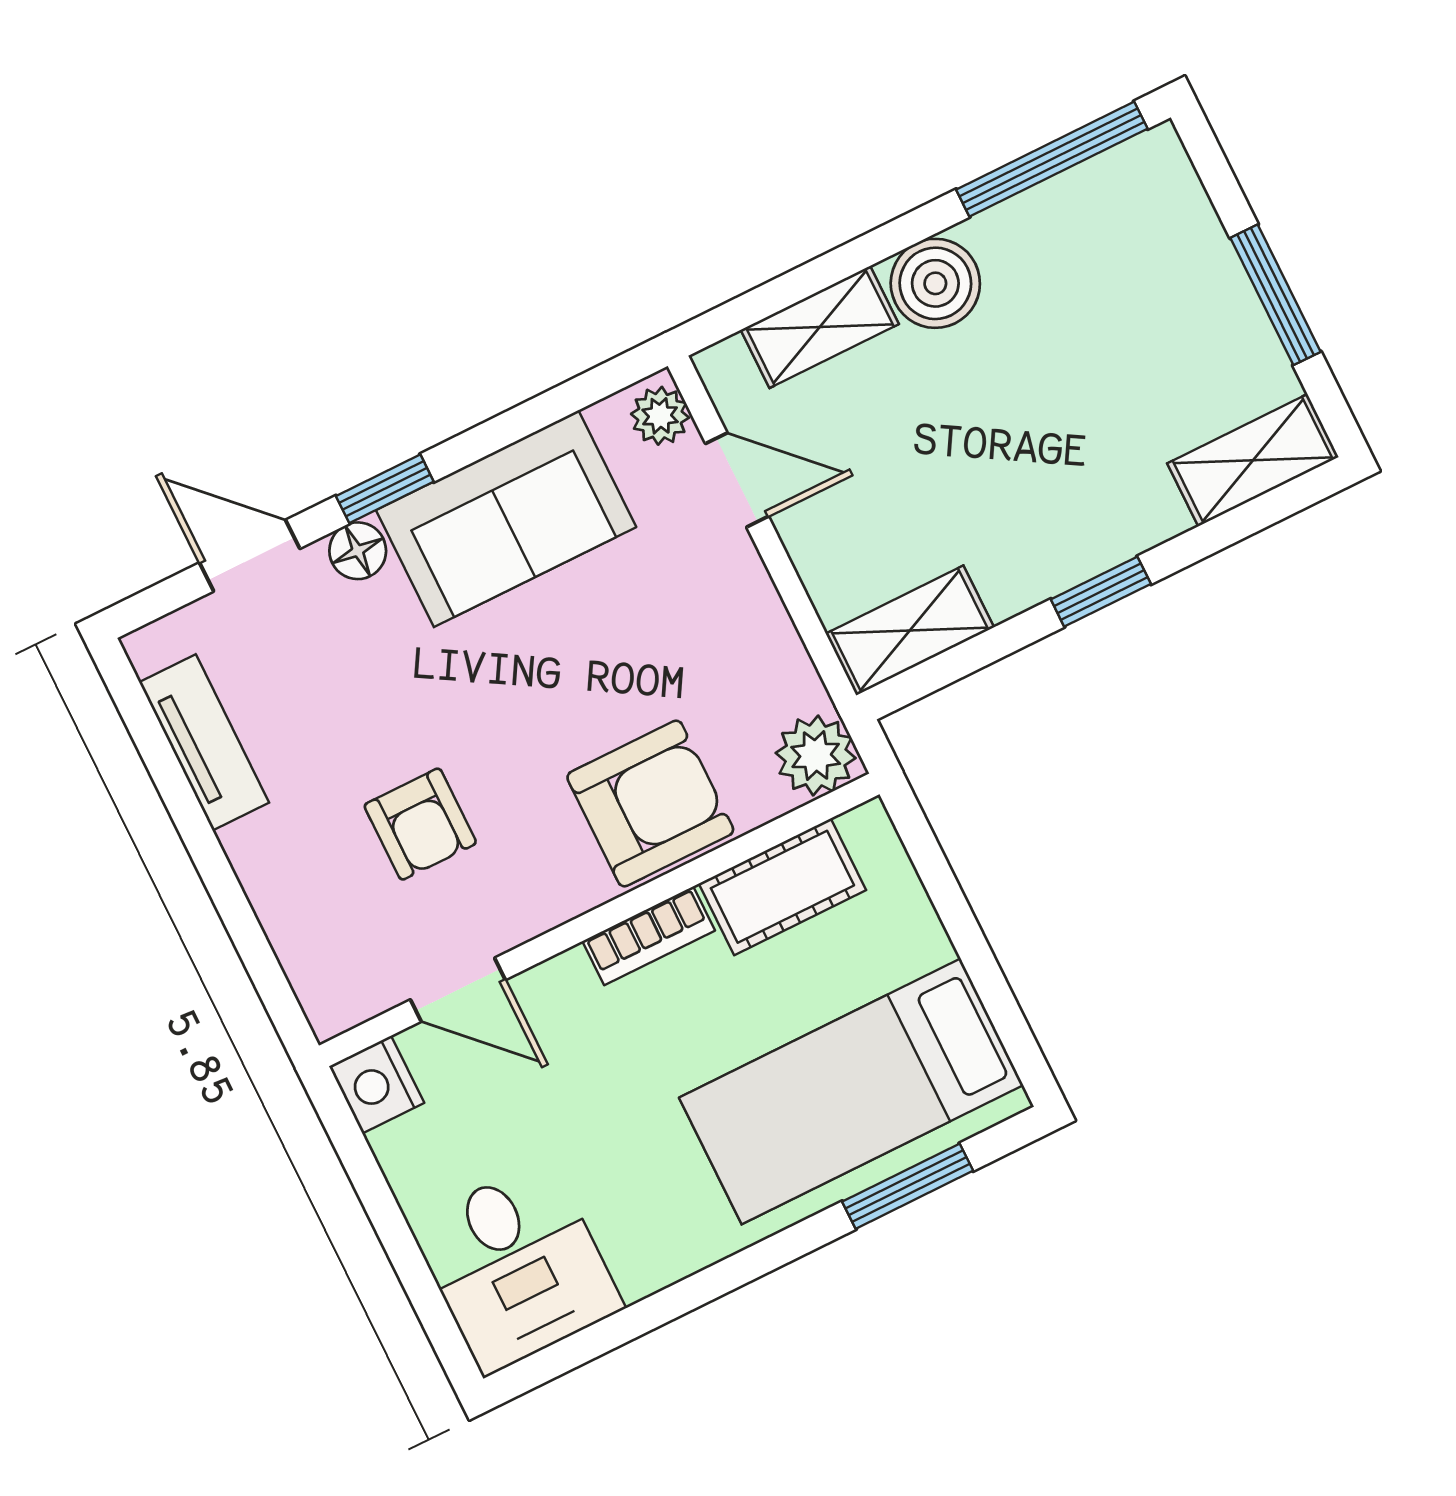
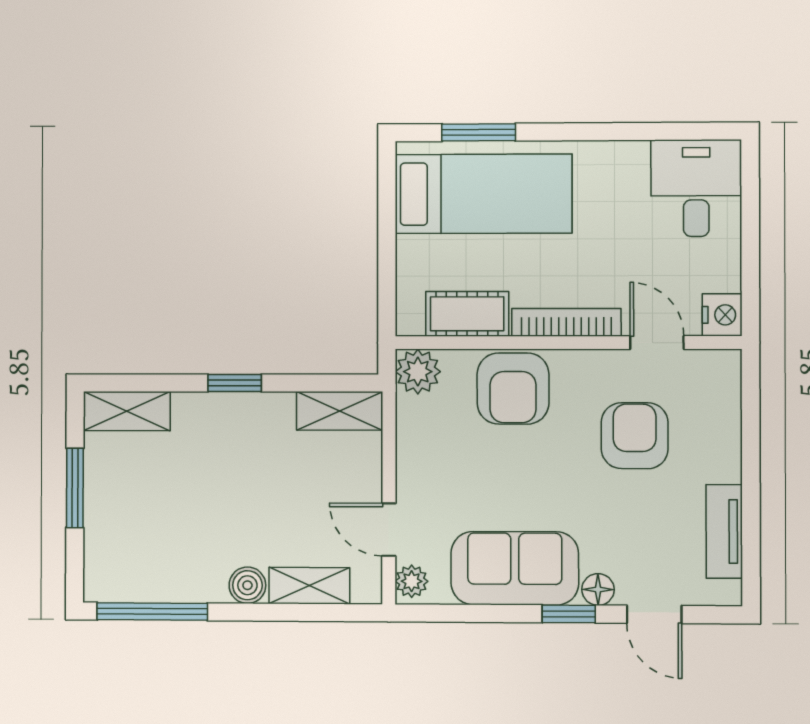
boiler: (935, 283) -> (247, 585), width x0.73, depth x0.73
armchair: (650, 803) -> (513, 389), turned -90
armchair: (420, 824) -> (635, 436), width x1.38, depth x1.38
bookcase: (649, 936) -> (566, 322), width x1.56

